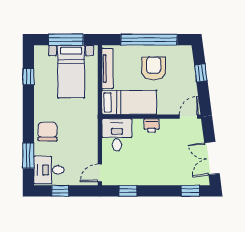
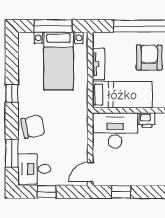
tv unit: (107, 69) -> (99, 64), width x0.71
window: (28, 77) -> (12, 94), moved
chair: (48, 132) -> (33, 127), turned 79
desk: (117, 135) -> (115, 130), width x1.37

